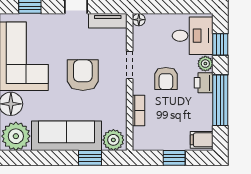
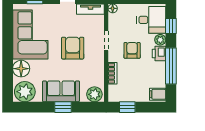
armchair: (166, 78) -> (132, 50), turned 180
sofa: (66, 136) -> (61, 91), width x0.73
window: (90, 158) -> (63, 107), moved
window: (174, 158) -> (127, 107), moved

